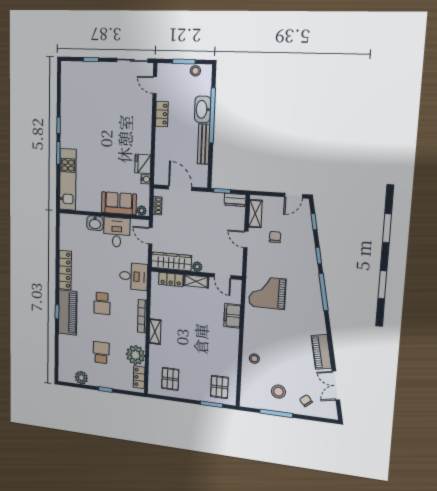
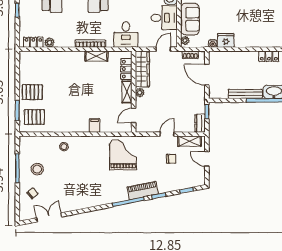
door: (180, 188) -> (207, 75), swing flipped
door: (294, 196) -> (207, 159), moved
filing cabinet: (232, 316) -> (95, 125), width x0.50
shelving: (155, 332) -> (96, 56), moved
piano: (321, 352) -> (143, 190), moved
plant: (136, 355) -> (49, 43), width x0.53, depth x0.53
pallet: (170, 379) -> (32, 92), moved

